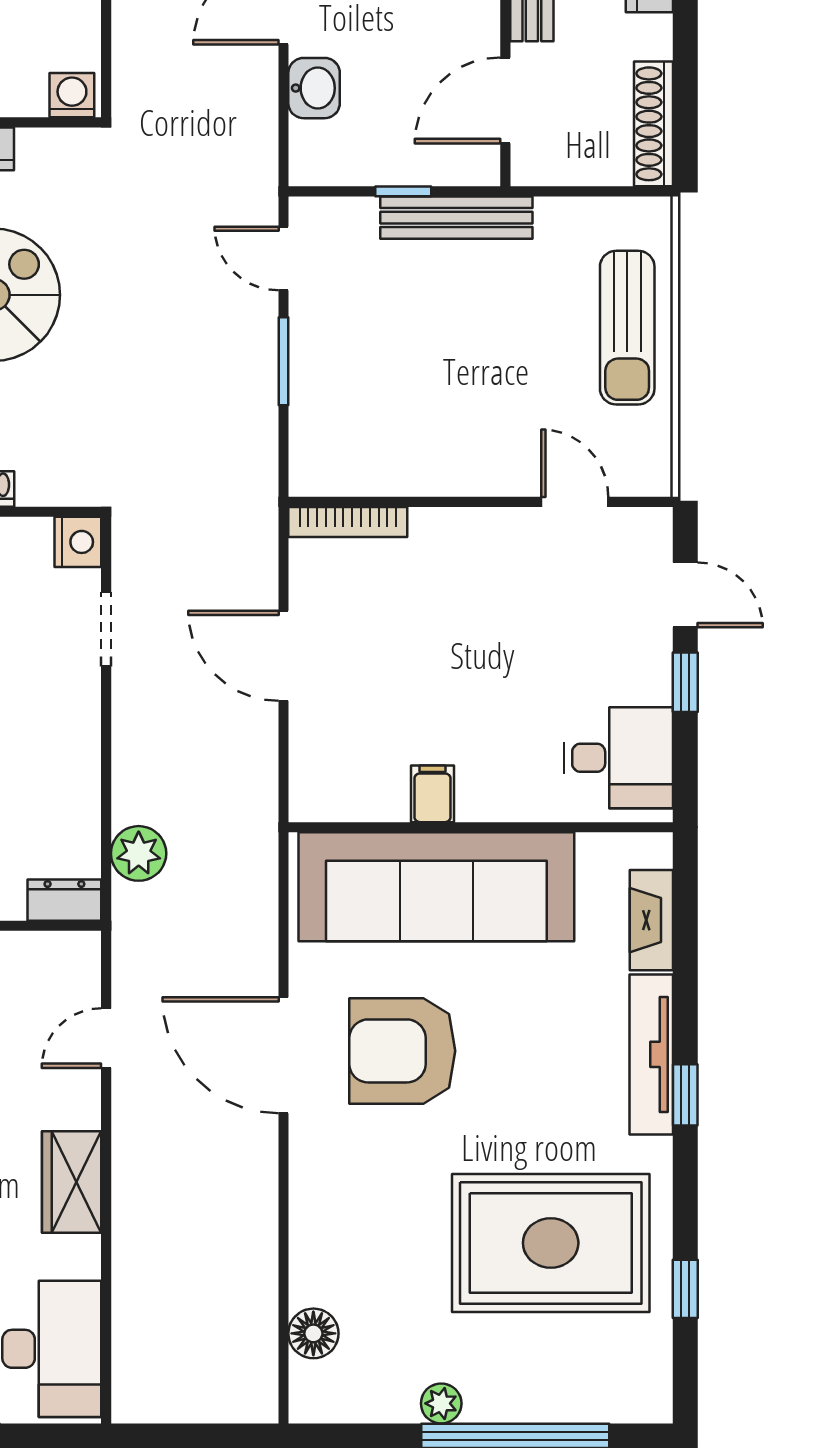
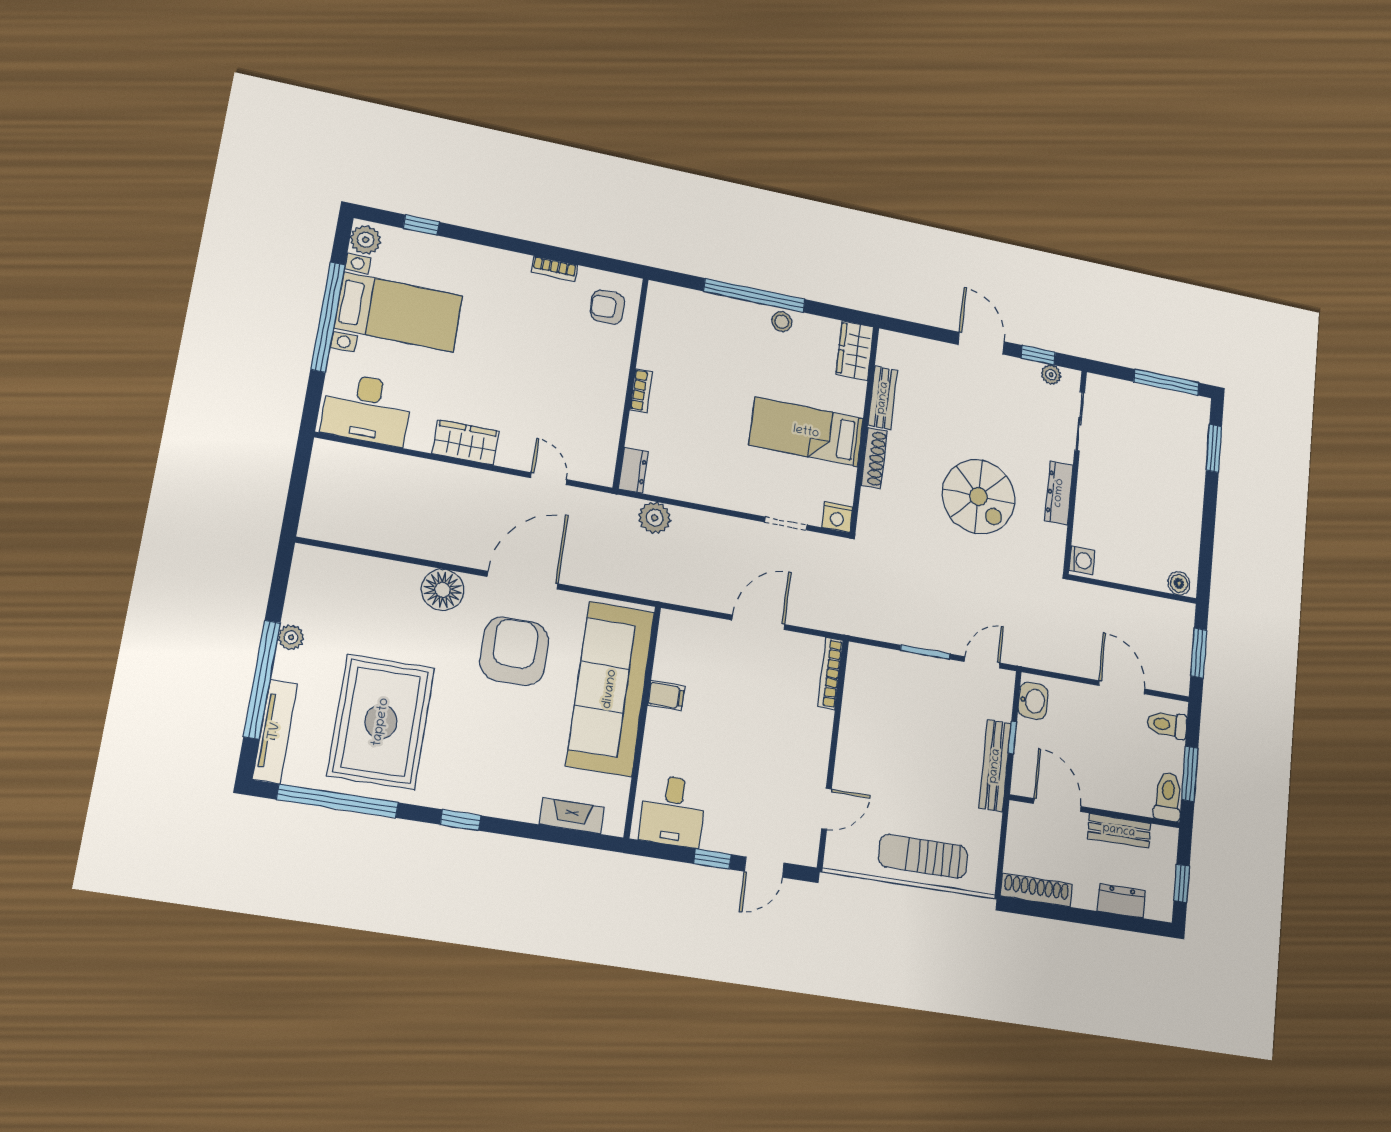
washbasin: (314, 88) -> (1033, 701), moved, turned -90
tv unit: (651, 1054) -> (275, 731), moved, turned 90
window: (685, 1289) -> (338, 801), width x3.17
floor lamp: (313, 1333) -> (443, 590), moved, width x1.38, depth x1.38

